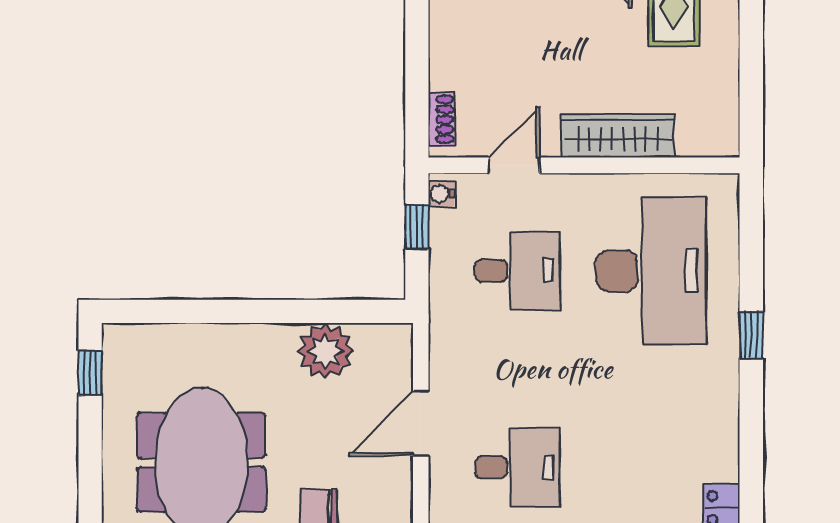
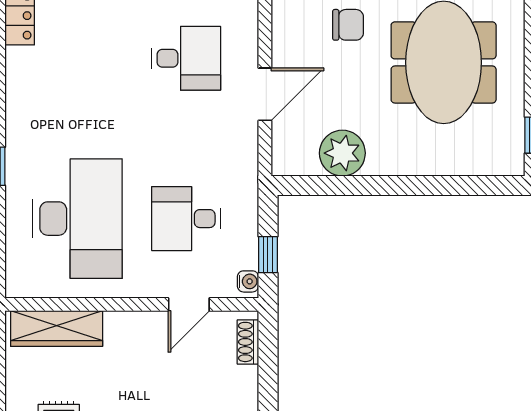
wardrobe: (618, 136) -> (57, 329), moved
desk: (651, 271) -> (77, 219), turned 180
desk: (517, 467) -> (186, 58), turned 180

